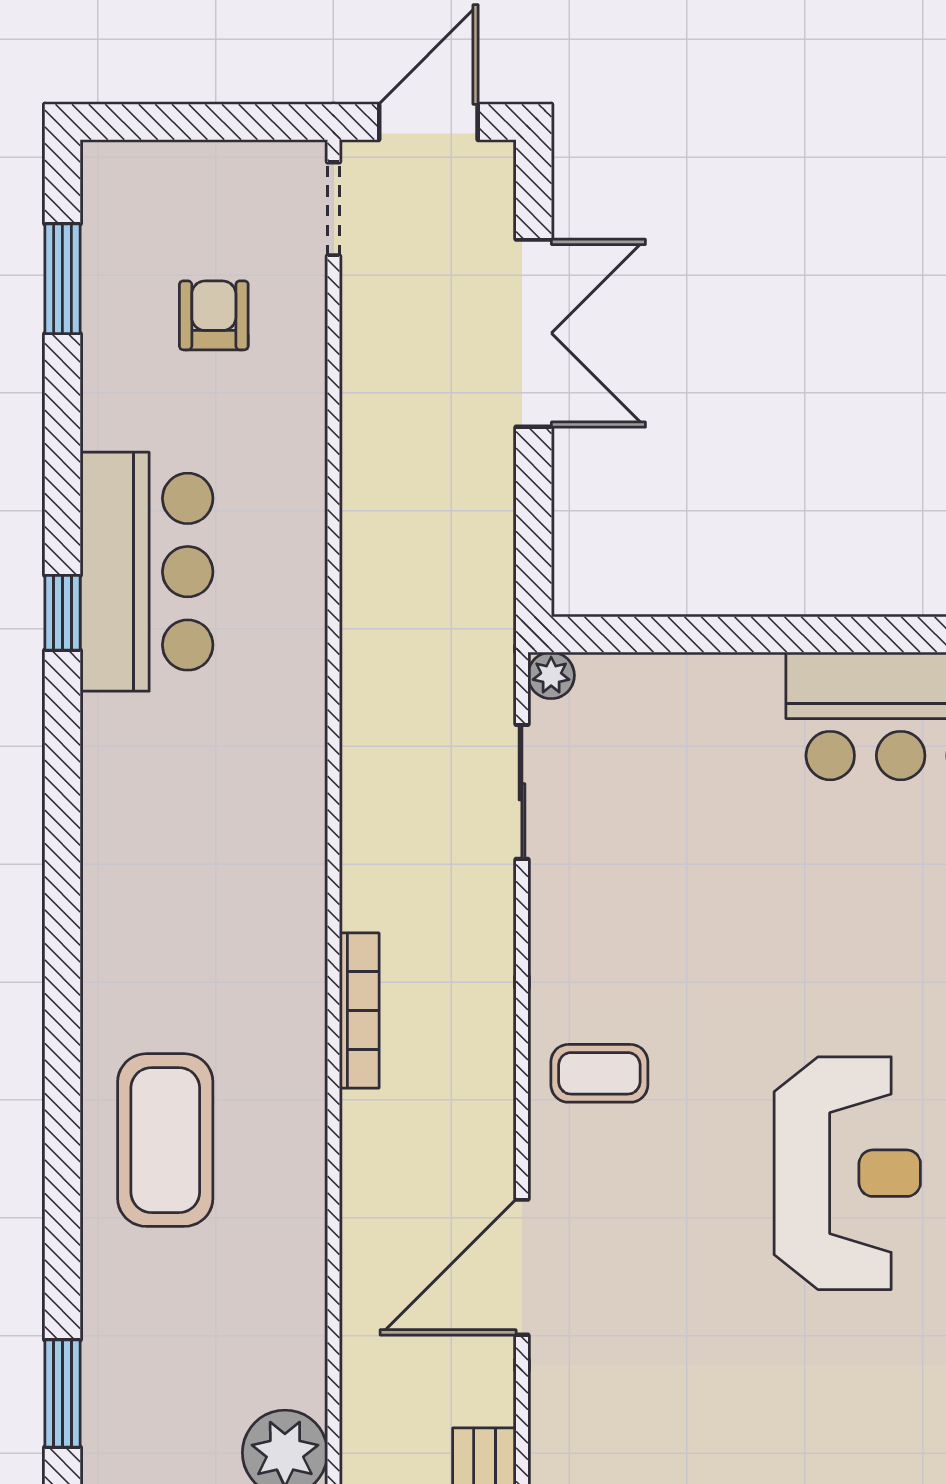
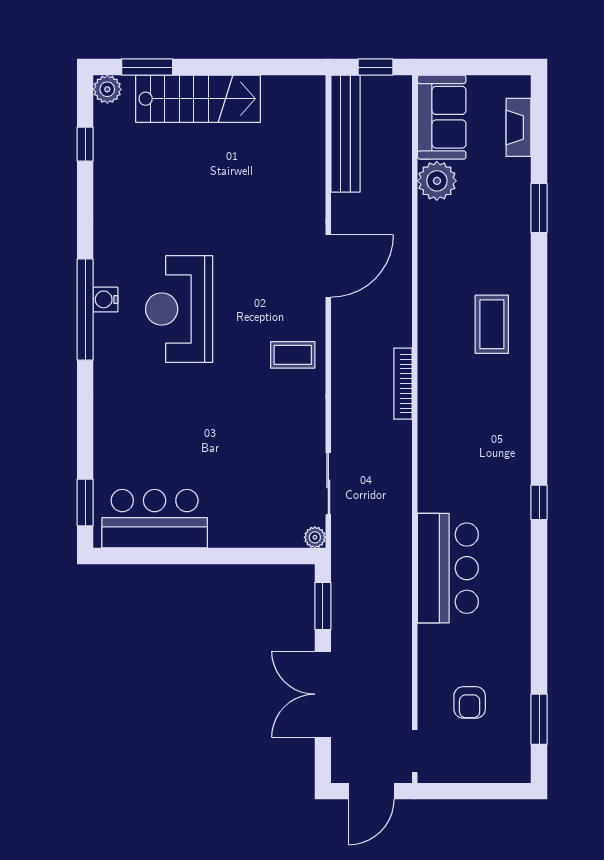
window: (534, 526) -> (323, 606), added
bar counter: (147, 572) -> (448, 568), moved, turned 180
window: (62, 613) -> (539, 502), moved
coffee table: (165, 1140) -> (492, 324), width x0.73, depth x0.76

